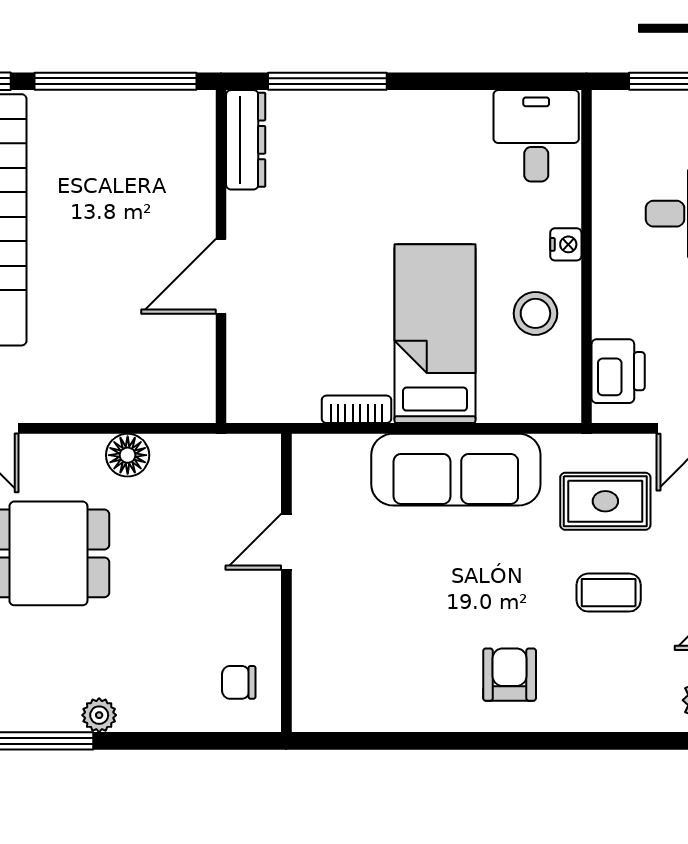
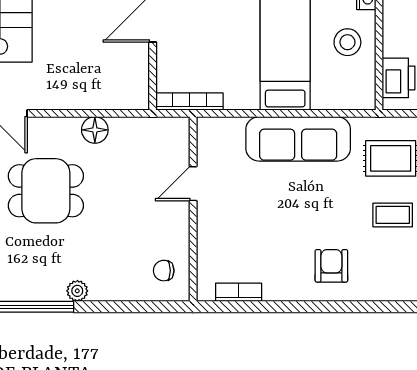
bookcase: (356, 409) -> (190, 102), moved, width x1.56
bookcase: (360, 717) -> (239, 292), added

